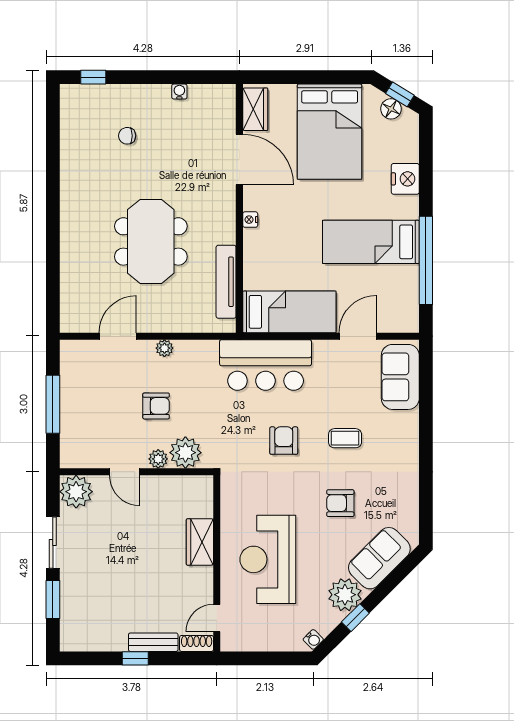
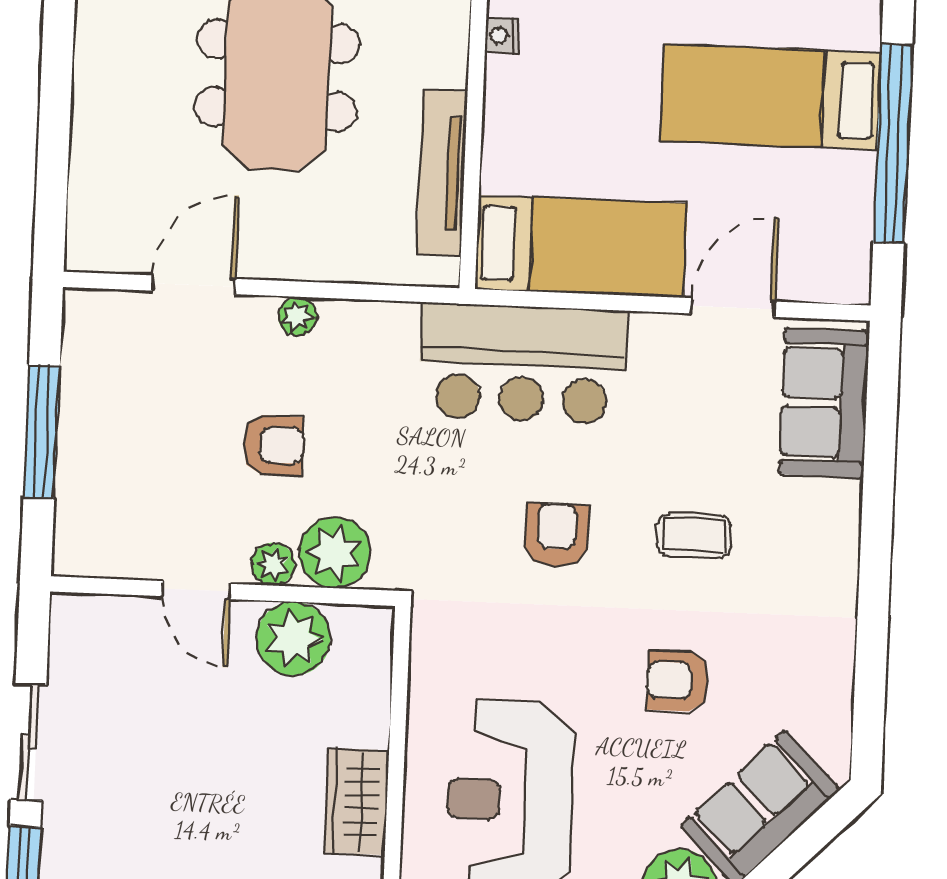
plant: (76, 492) -> (293, 639), moved
wardrobe: (200, 542) -> (357, 801), moved

